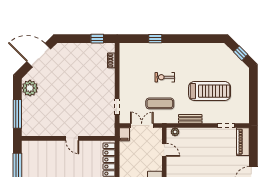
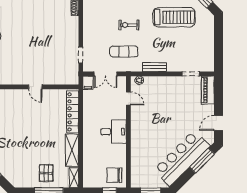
treadmill: (210, 91) -> (174, 17), moved
double door: (142, 126) -> (106, 74), swing flipped

